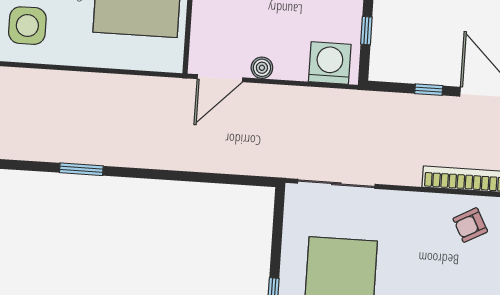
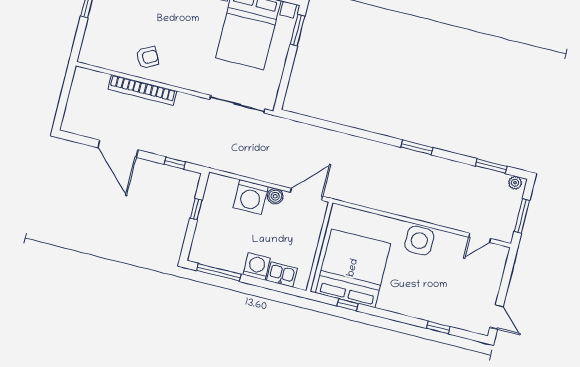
side table: (27, 26) -> (419, 241), moved
washing machine: (330, 63) -> (251, 197), moved
window: (429, 90) -> (175, 163), moved

